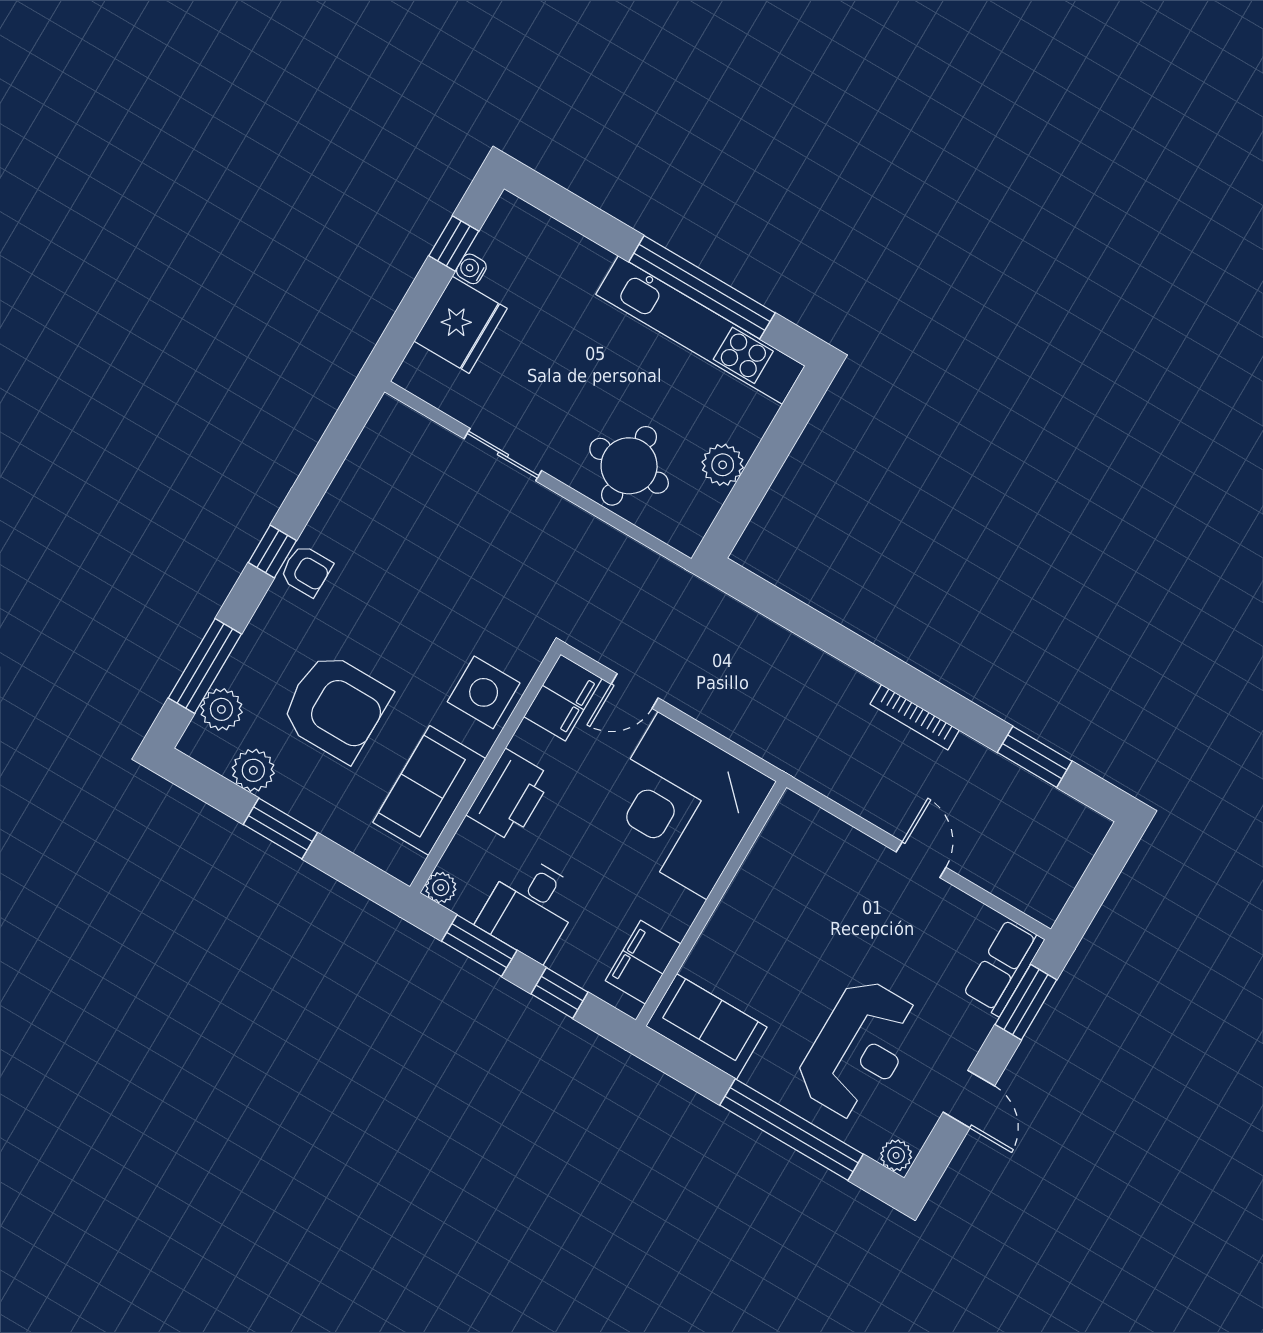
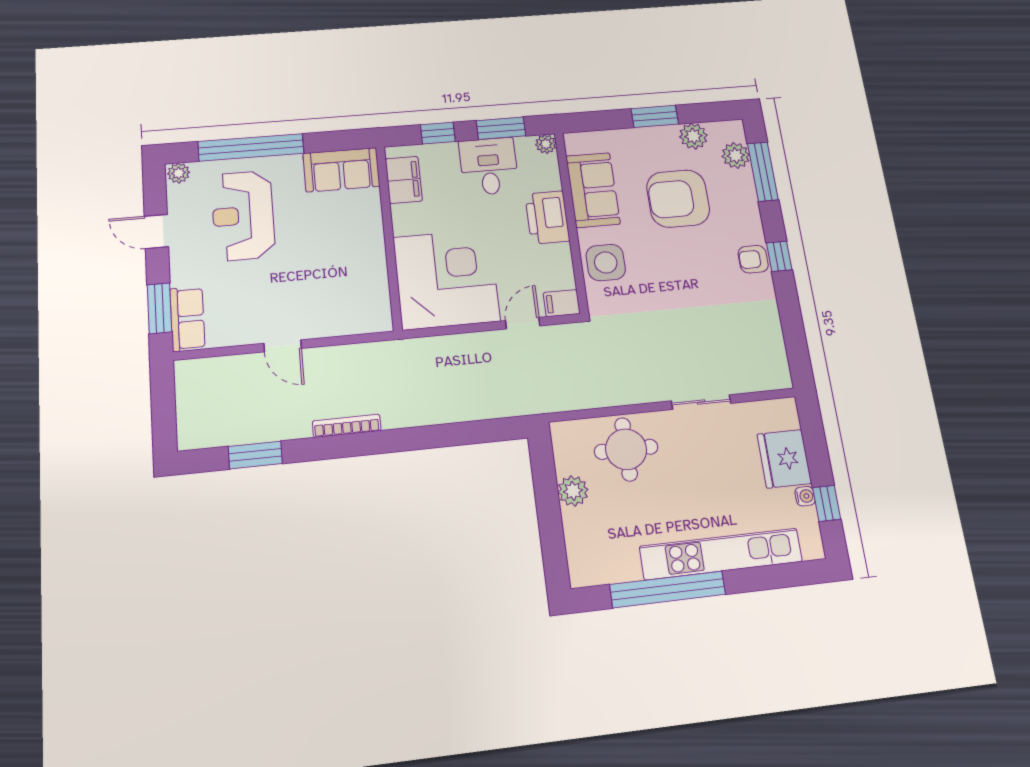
kitchen unit: (700, 330) -> (721, 554), moved
filing cabinet: (563, 698) -> (562, 303), width x0.50

